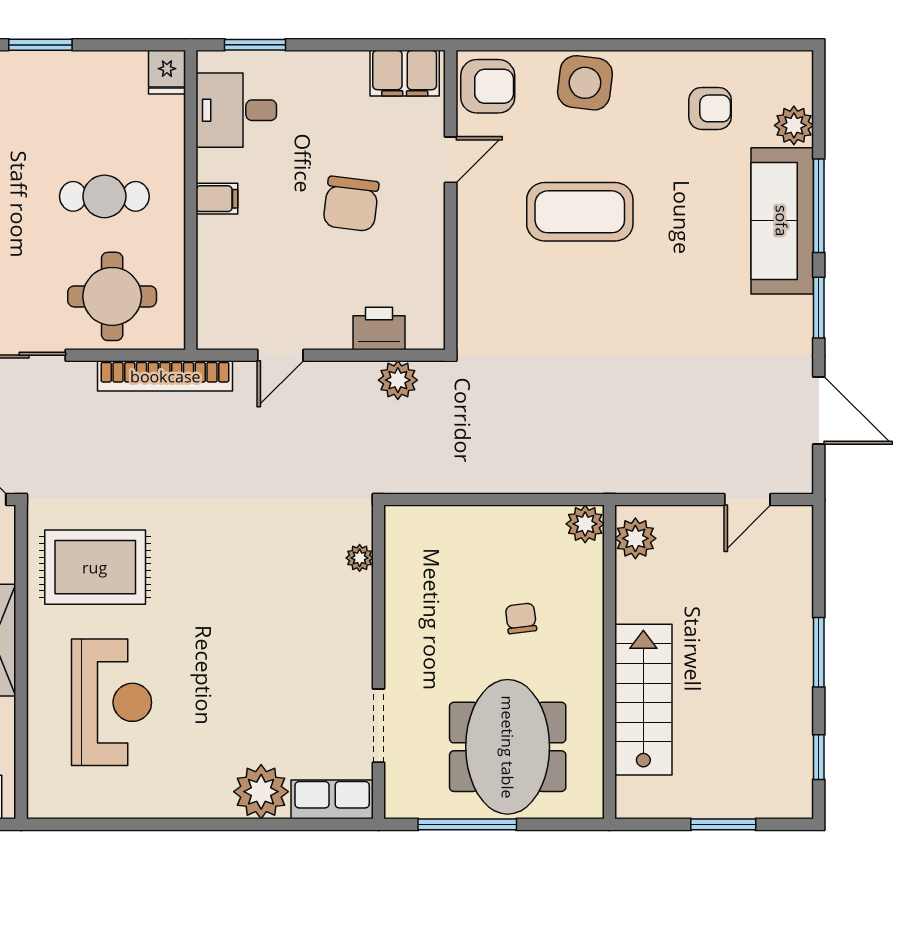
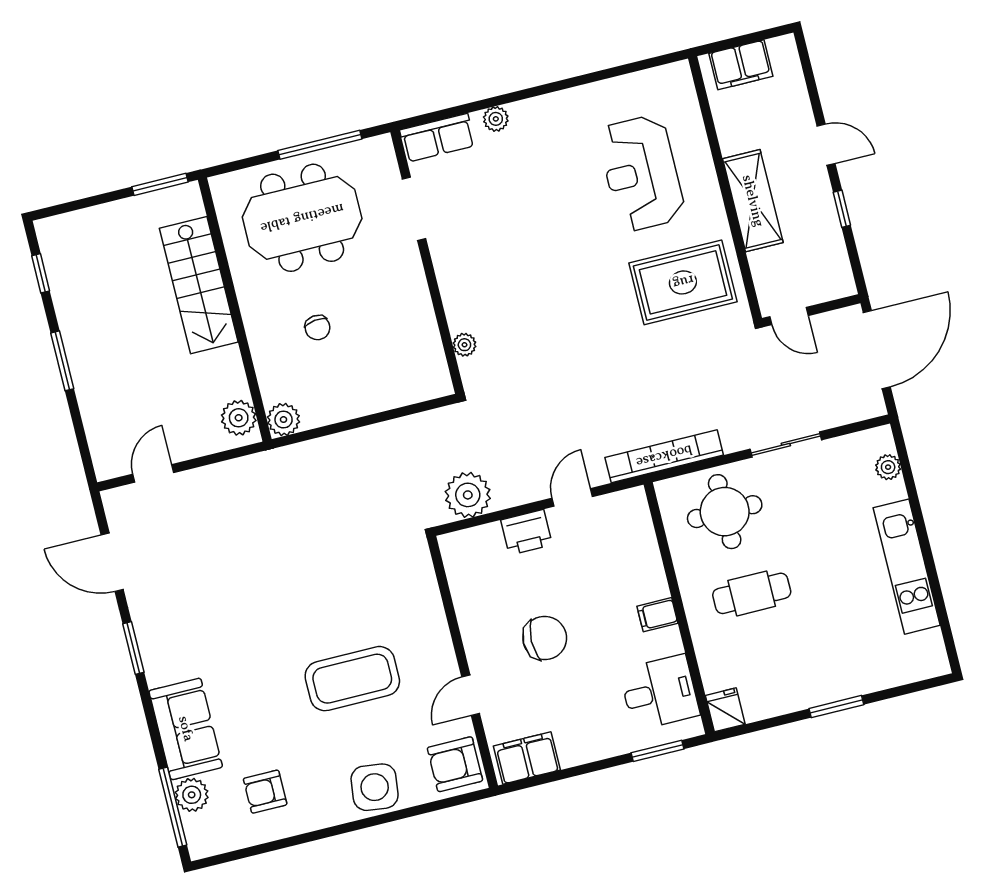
chair: (351, 204) -> (545, 638), turned 83
window: (819, 206) -> (173, 807), moved
sofa: (782, 221) -> (186, 729), width x0.73
printer: (379, 328) -> (527, 532), moved
plant: (398, 380) -> (468, 495), width x1.36, depth x1.36
meeting table: (508, 747) -> (302, 218), turned 90
plant: (261, 792) -> (496, 119), width x0.53, depth x0.53
window: (723, 824) -> (160, 184), moved

